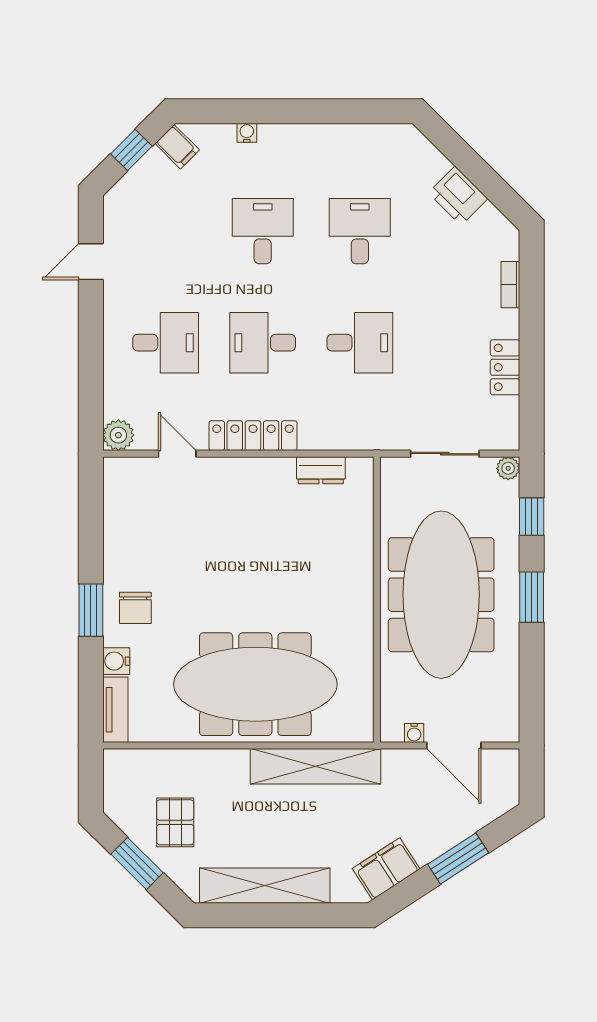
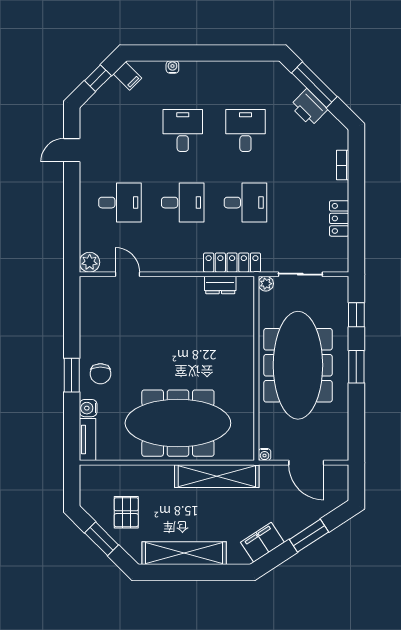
window: (467, 160) -> (314, 85), added
desk: (263, 343) -> (183, 203), turned 180
locker: (253, 436) -> (232, 263), moved
plant: (508, 468) -> (266, 284), moved
water cooler: (414, 733) -> (265, 455), moved

